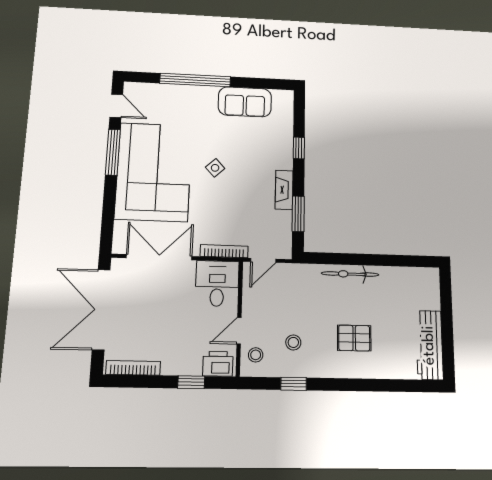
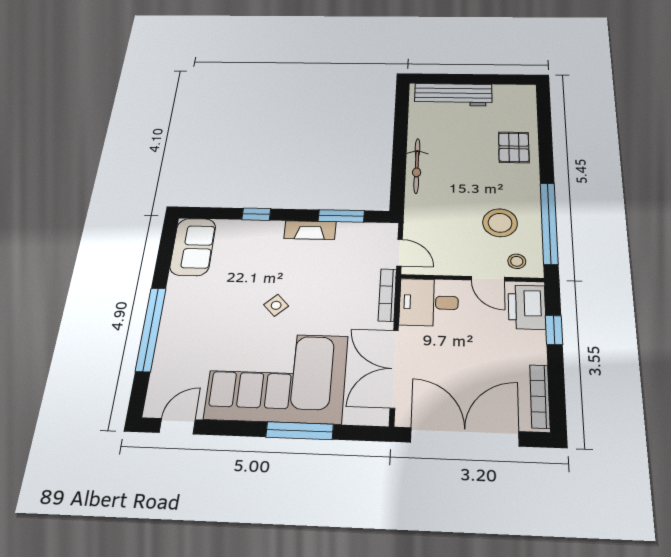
sofa: (245, 102) -> (193, 247), moved
window: (113, 152) -> (300, 431), moved
double door: (101, 309) -> (465, 437), swing flipped
pallet: (354, 338) -> (514, 147), moved
stool: (293, 342) -> (500, 223), width x1.89, depth x1.89
workbench: (429, 345) -> (453, 95), moved
printer: (218, 364) -> (527, 307), width x1.37, depth x1.19
window: (294, 384) -> (549, 223), width x3.17

